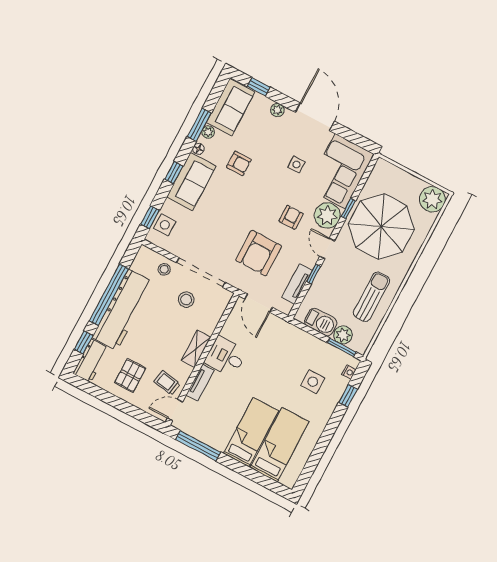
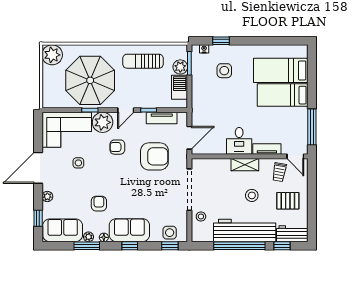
stool: (186, 300) -> (252, 195), moved

